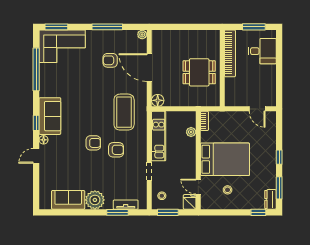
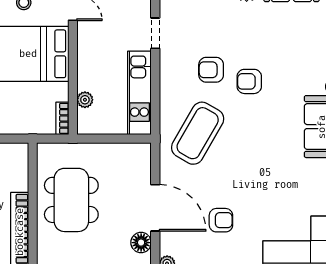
dining table: (199, 72) -> (71, 200), width x1.38
floor lamp: (158, 100) -> (141, 243), moved
coffee table: (124, 112) -> (198, 133), turned 30

